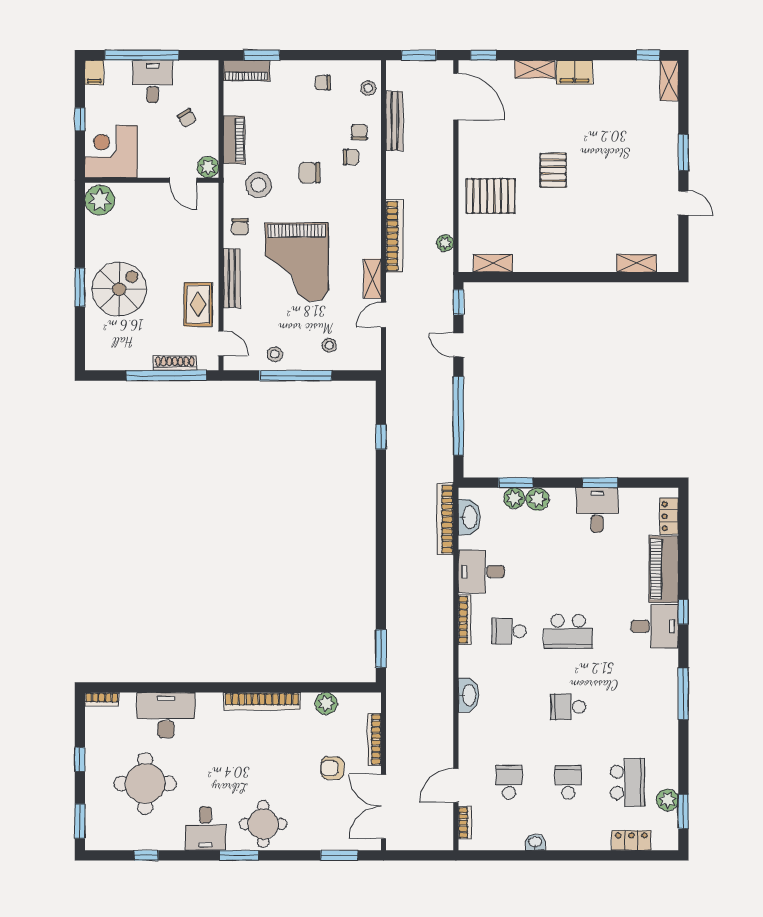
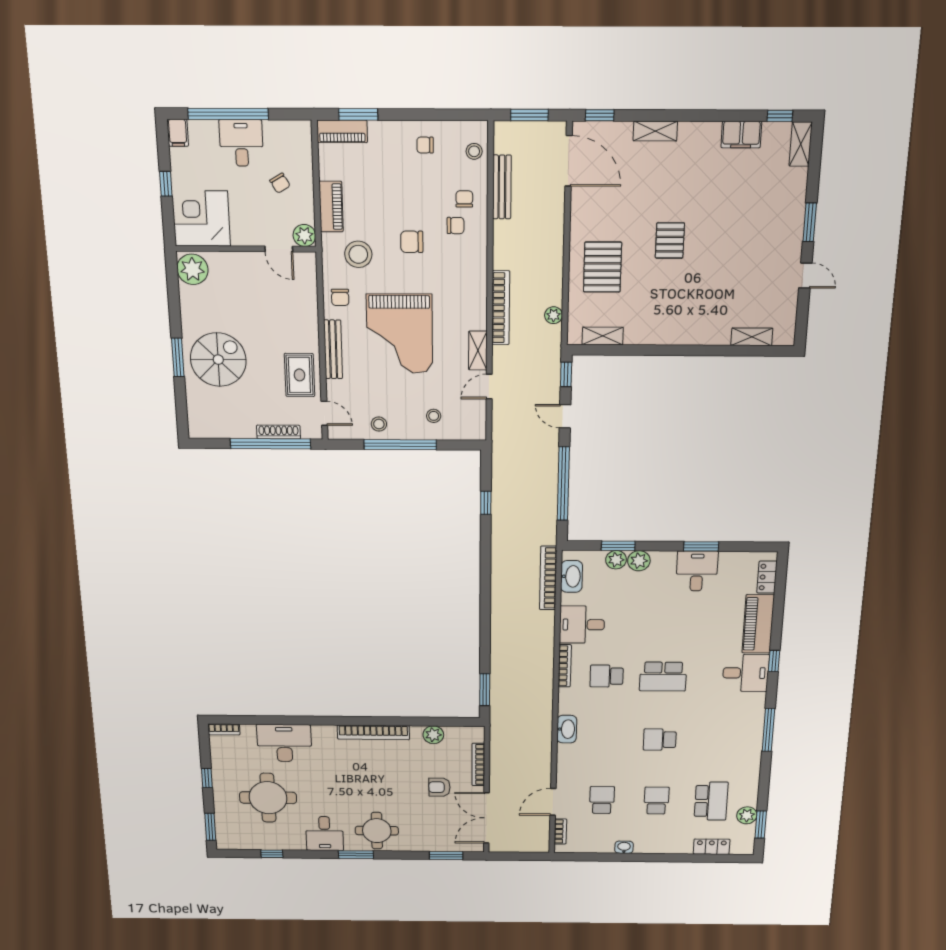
filing cabinet: (574, 72) -> (741, 135), moved
pallet: (491, 196) -> (603, 267), turned 90

